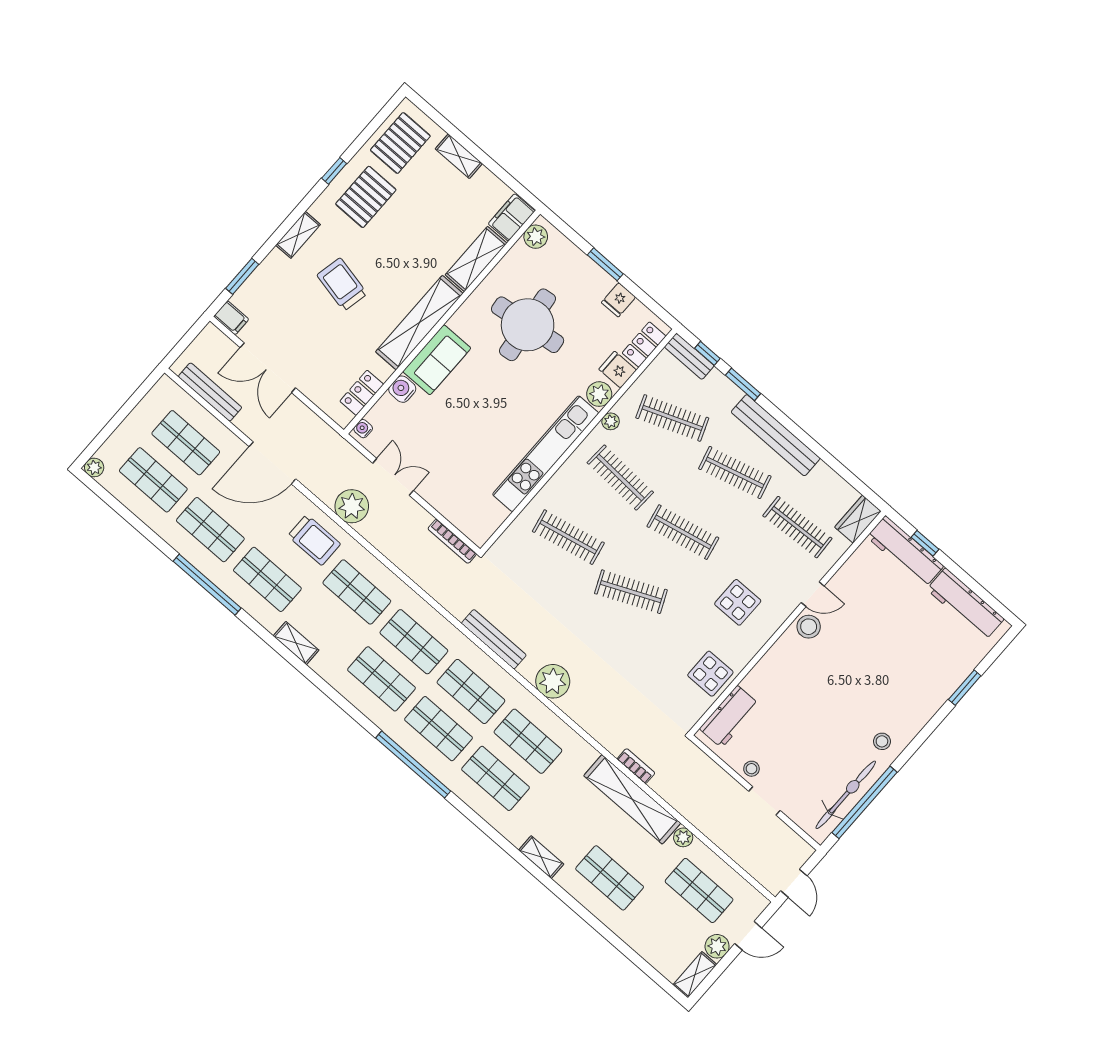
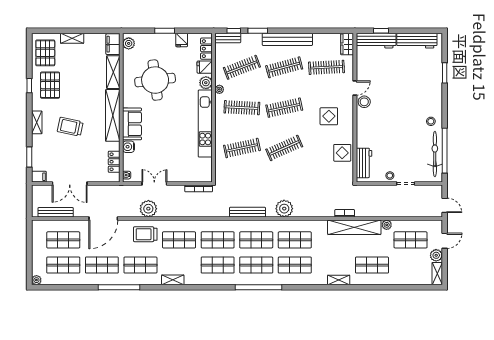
trolley: (314, 540) -> (145, 234), turned 180

